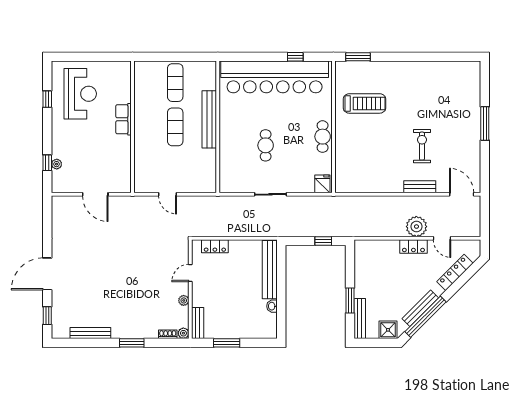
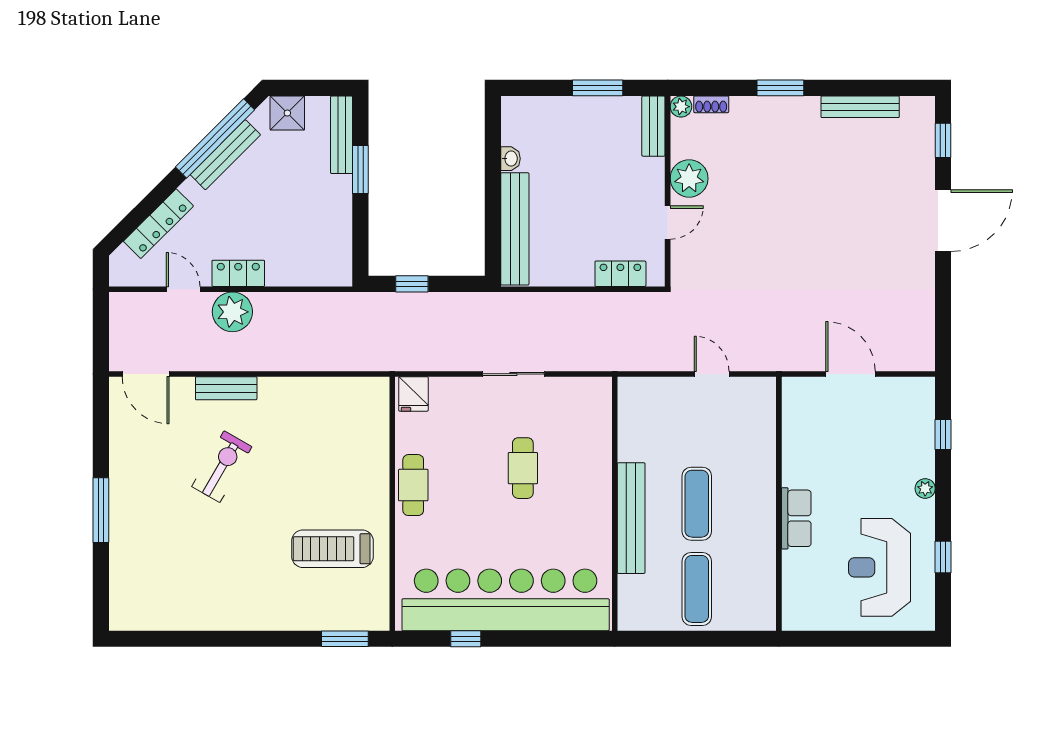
exercise bike: (422, 146) -> (222, 467), turned -150
plant: (57, 164) -> (925, 488), moved
plant: (184, 300) -> (689, 178), width x1.87, depth x1.87

